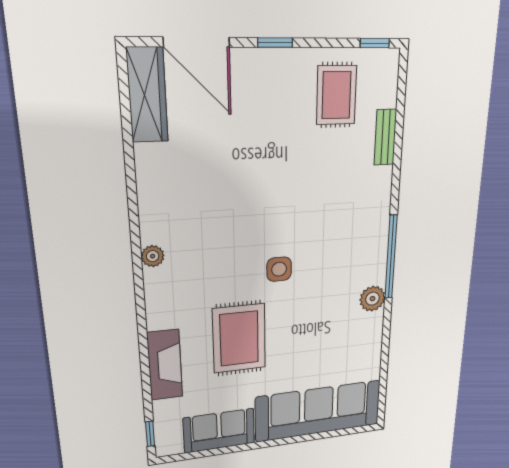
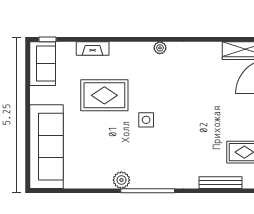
bench: (385, 137) -> (221, 183), width x1.36
fireplace: (165, 365) -> (93, 48), width x0.73, depth x0.76
sofa: (219, 431) -> (43, 64), moved

